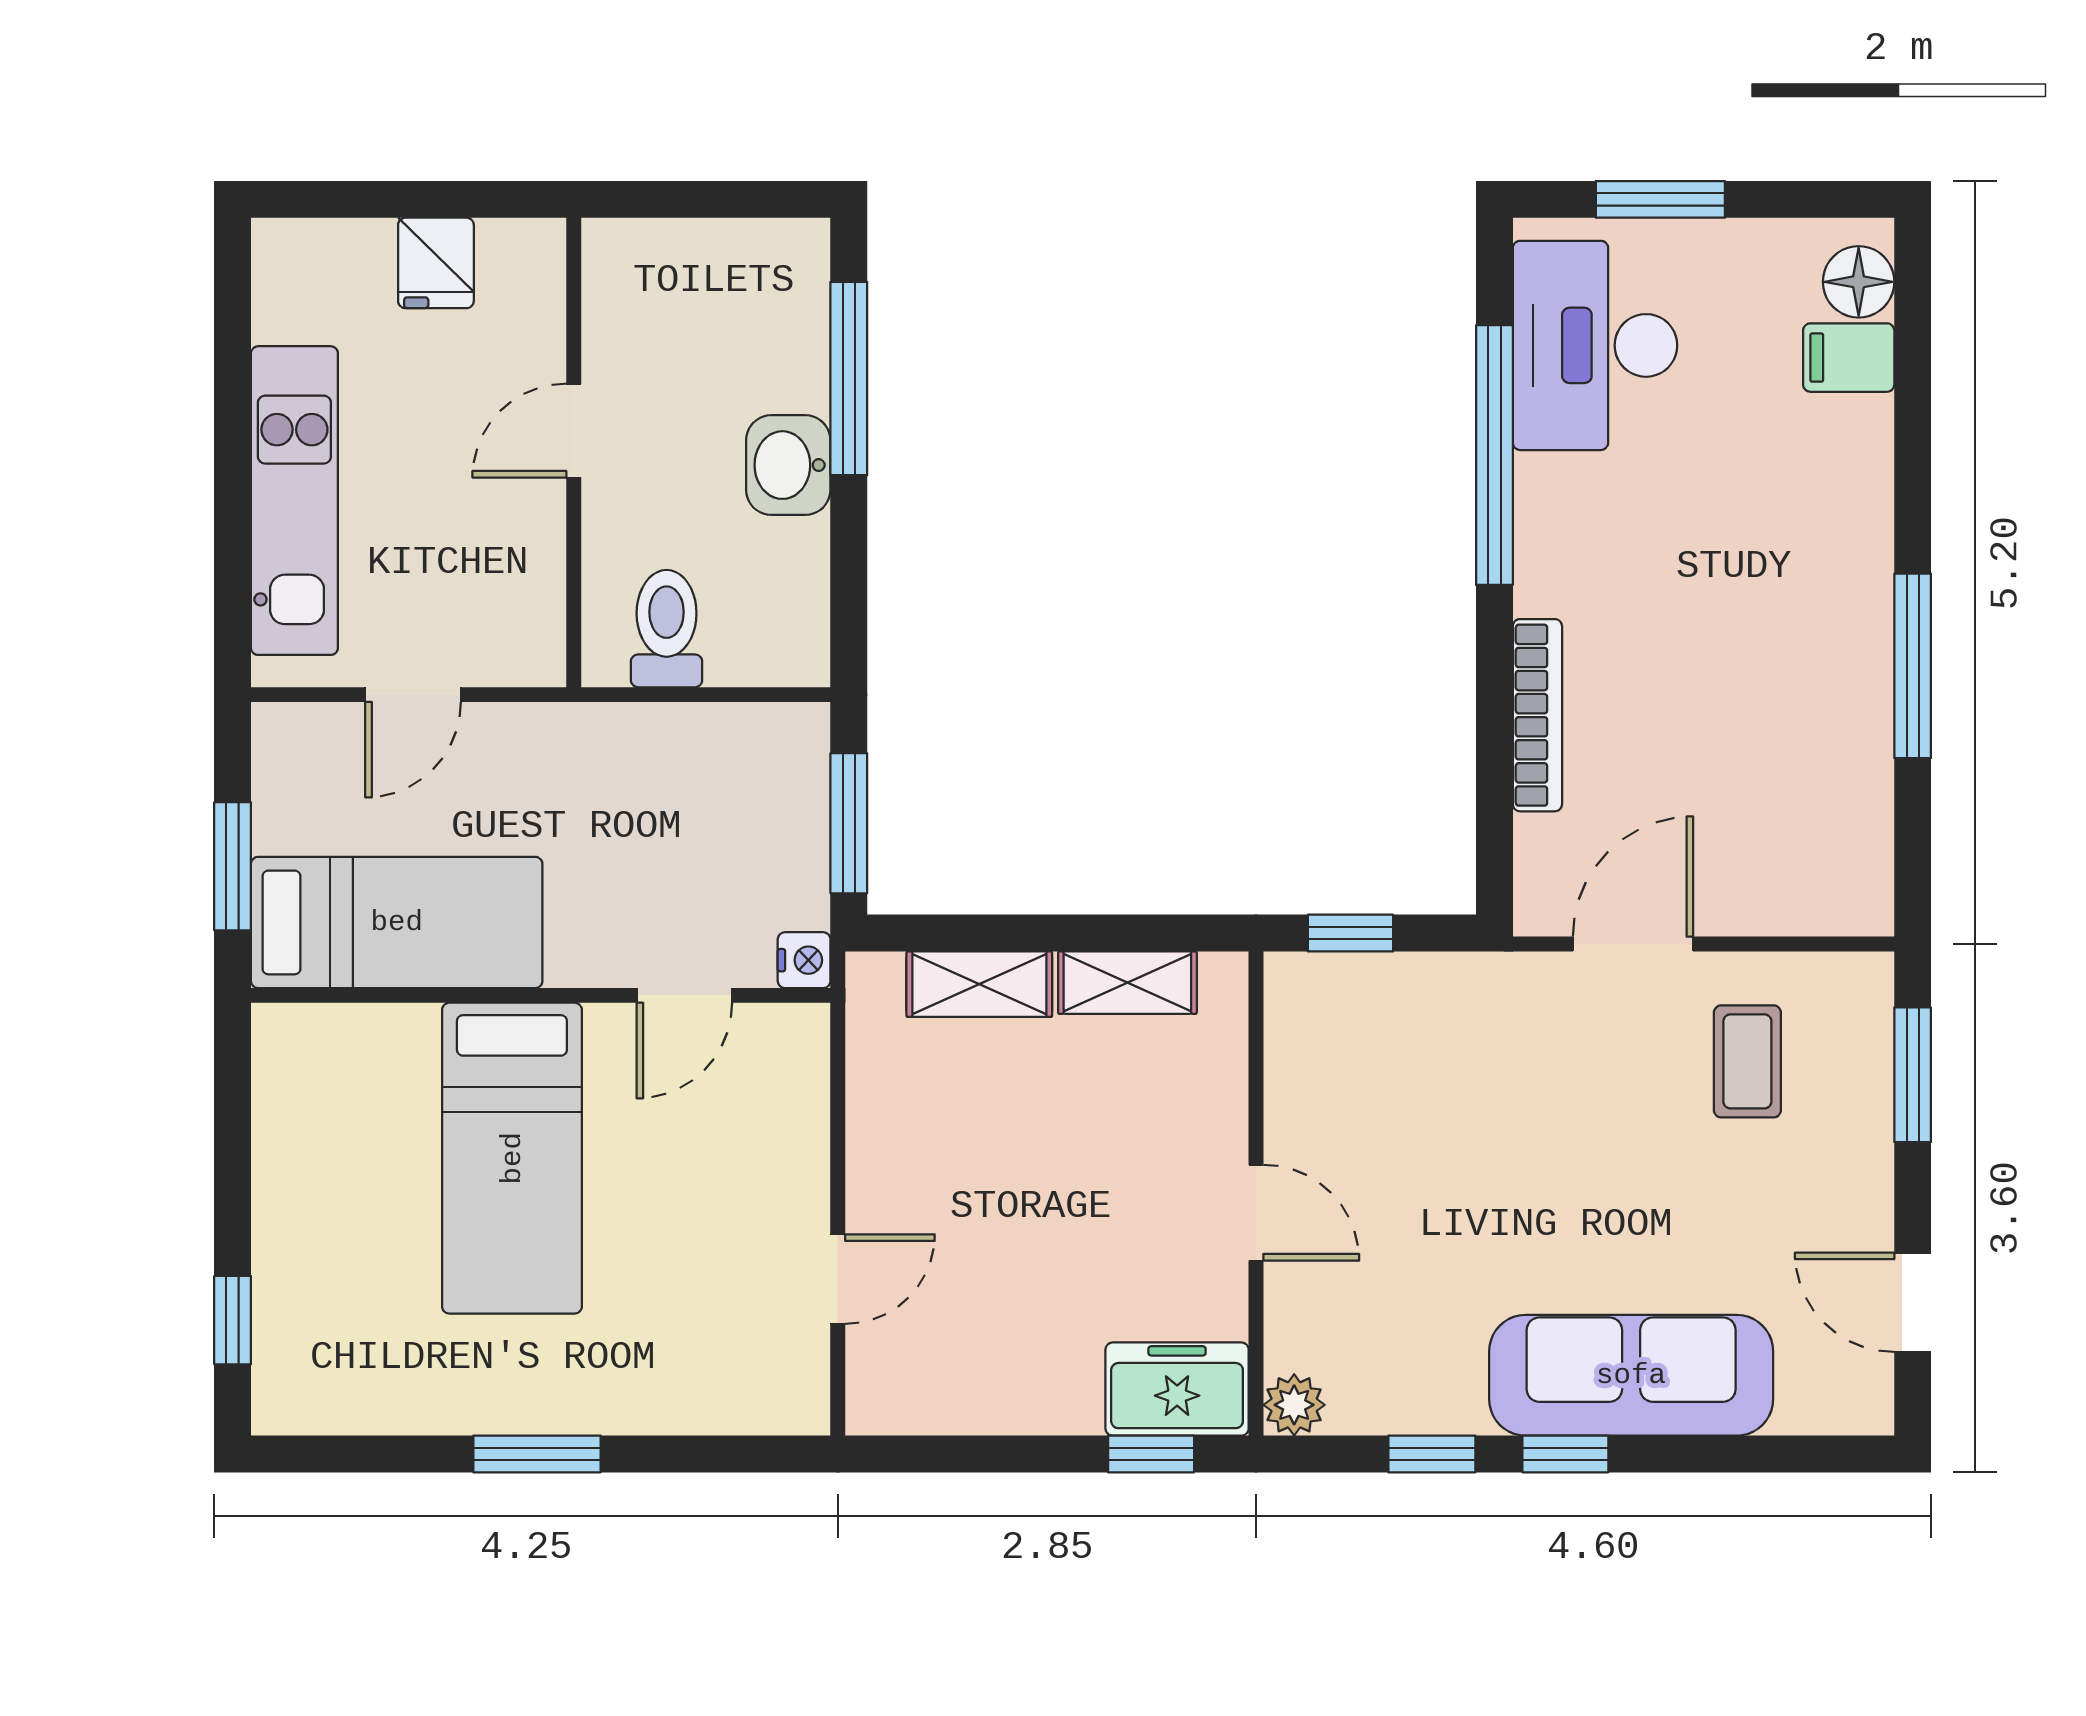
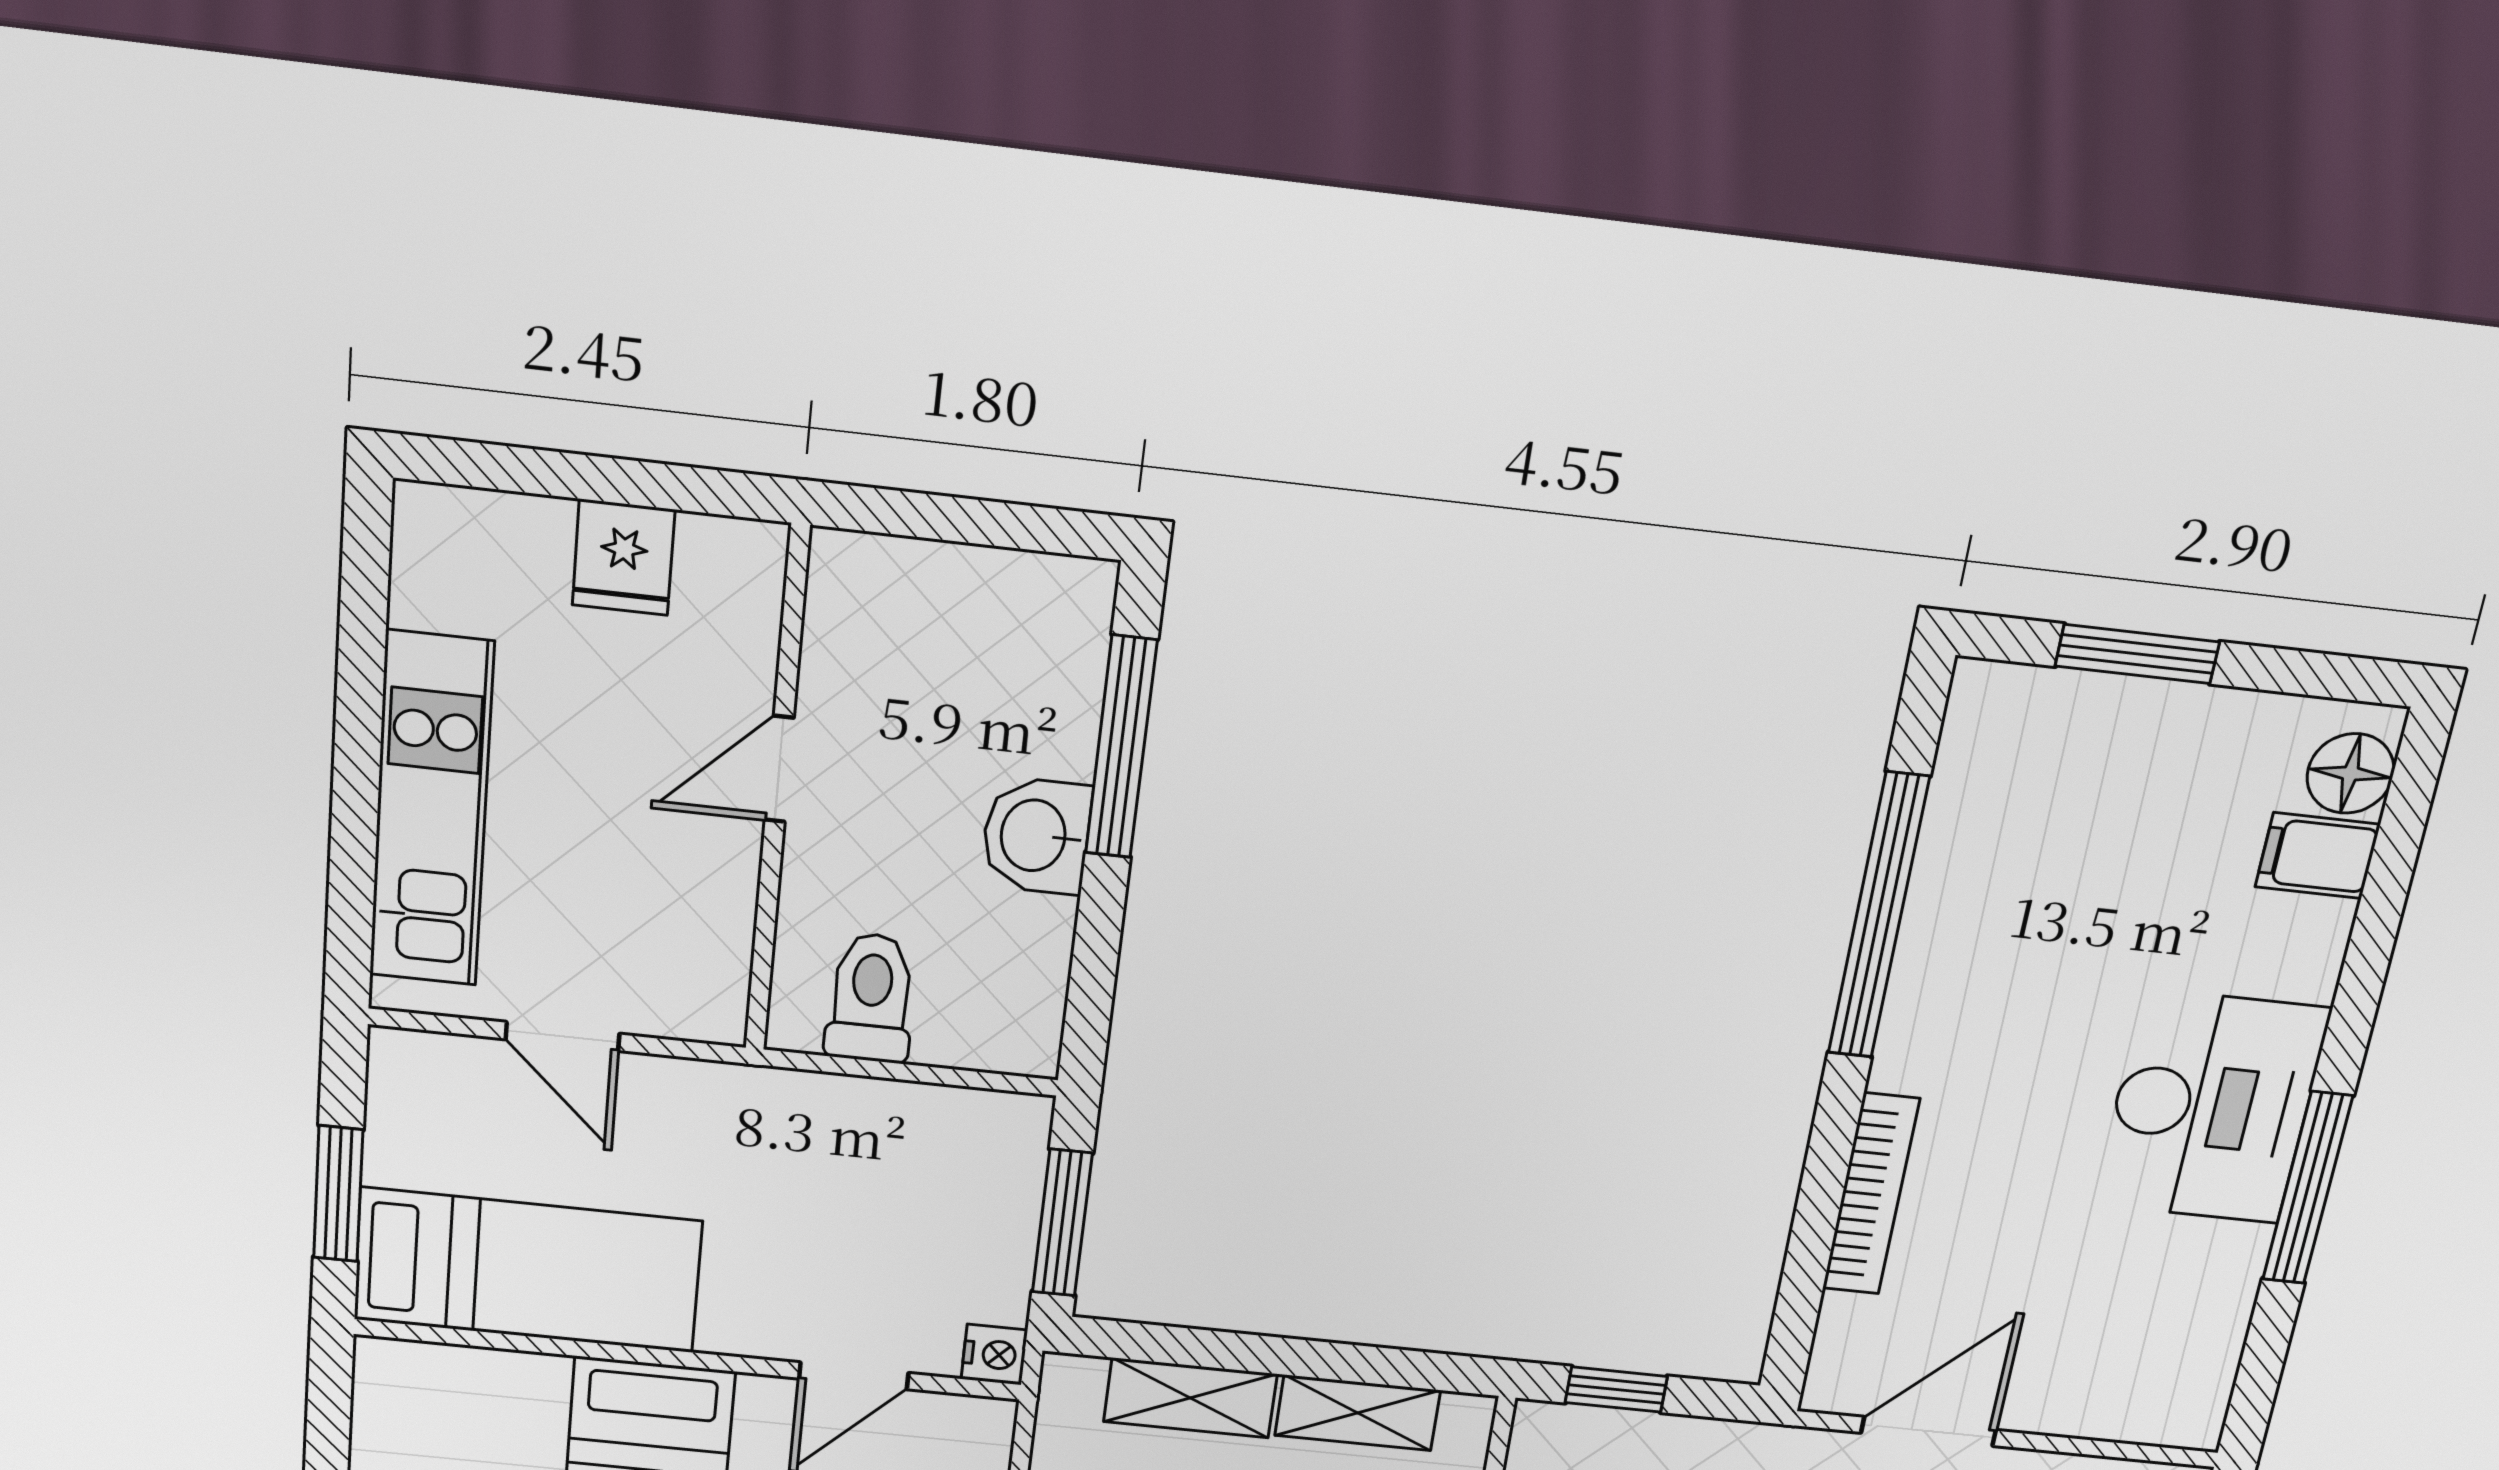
desk: (1595, 345) -> (2211, 1107), moved, turned 180
door: (413, 695) -> (563, 1036), hinge flipped

